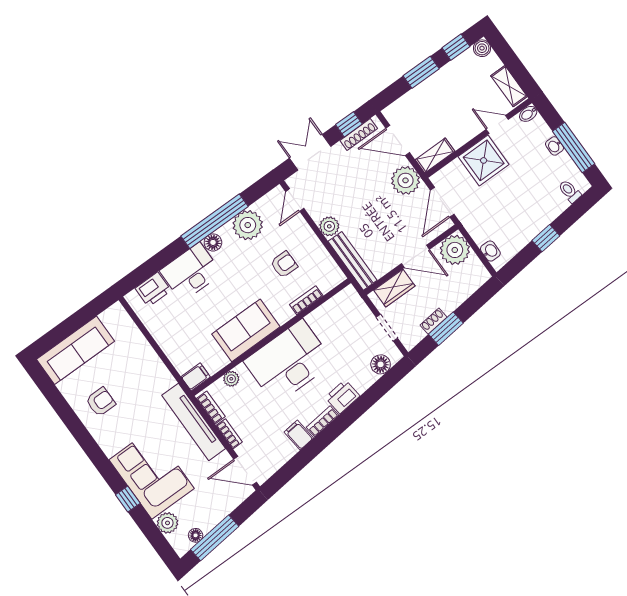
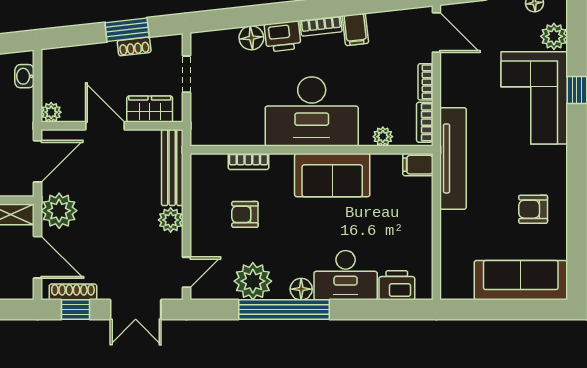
plant: (455, 250) -> (51, 112), width x0.53, depth x0.53
floor lamp: (381, 364) -> (251, 38), moved
tv unit: (194, 422) -> (453, 158), moved

